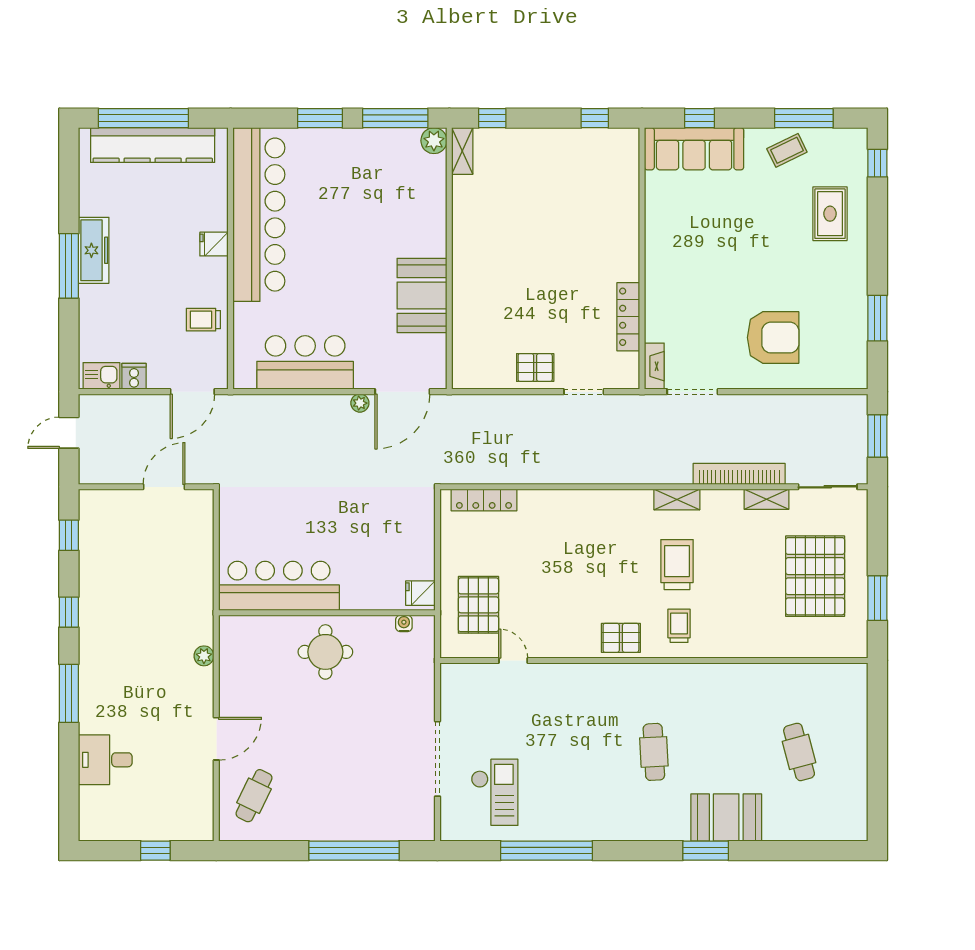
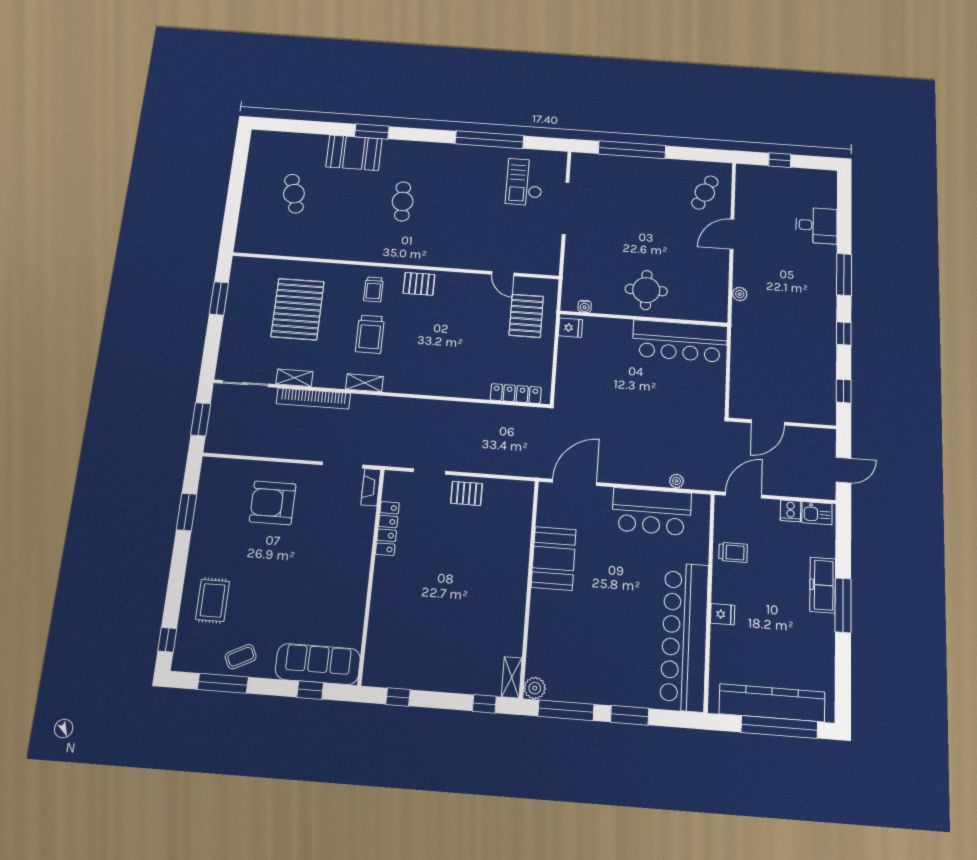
freezer: (94, 250) -> (823, 585), moved
plant: (360, 403) -> (677, 481), moved
pallet: (815, 576) -> (298, 309), moved

